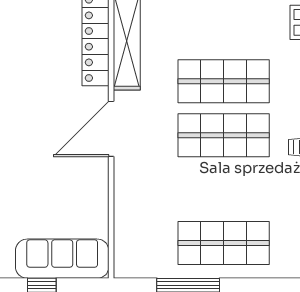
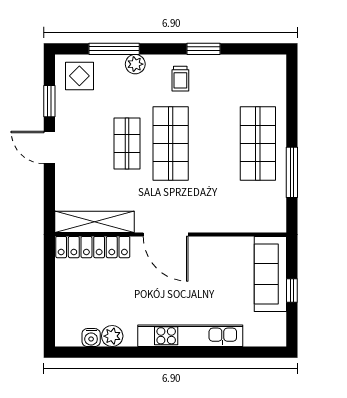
shop shelf: (224, 81) -> (127, 143), width x0.70, depth x0.74

